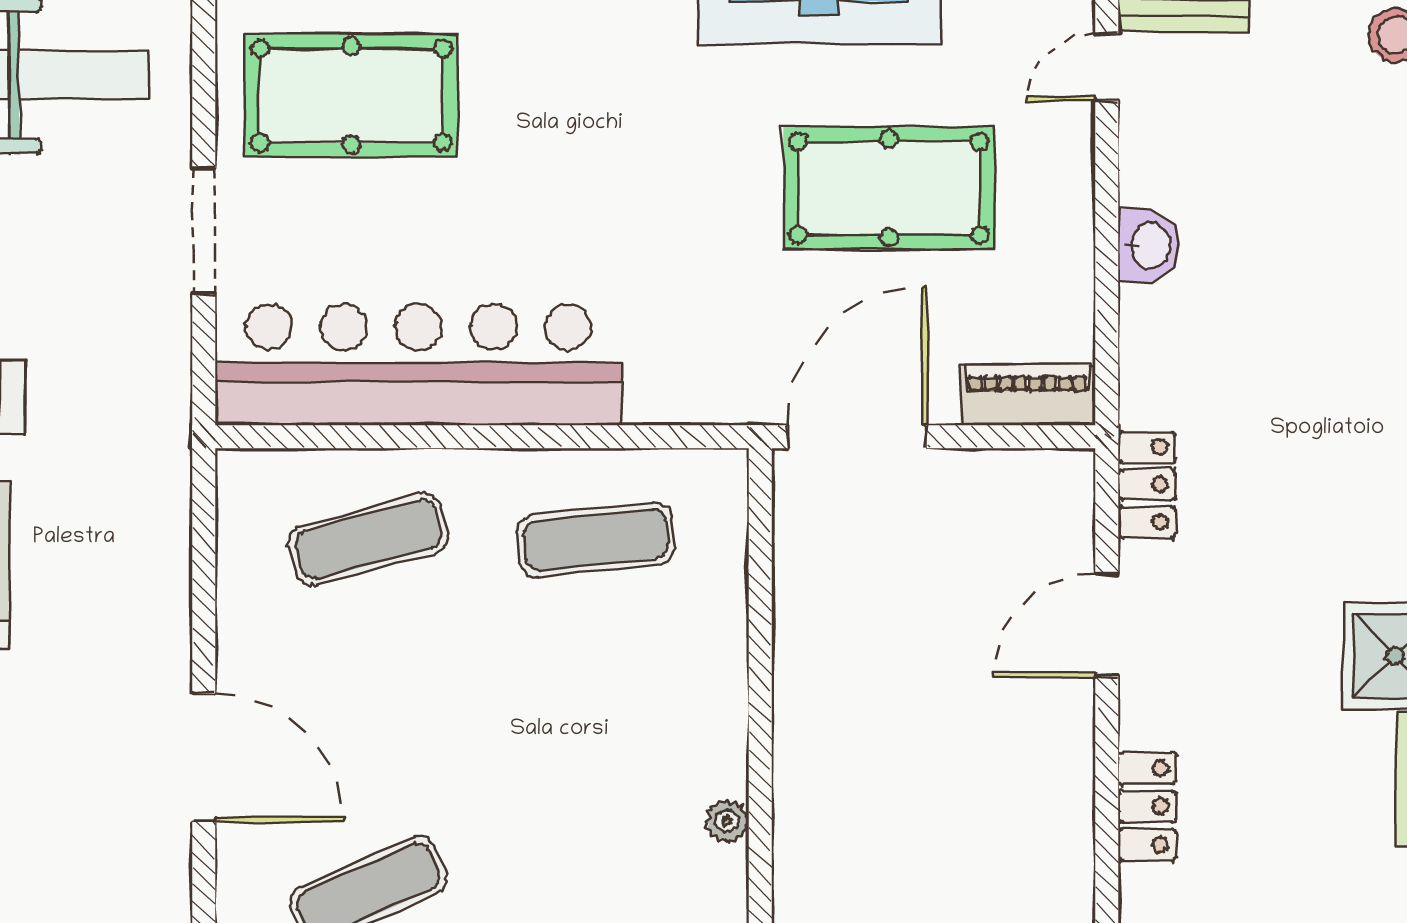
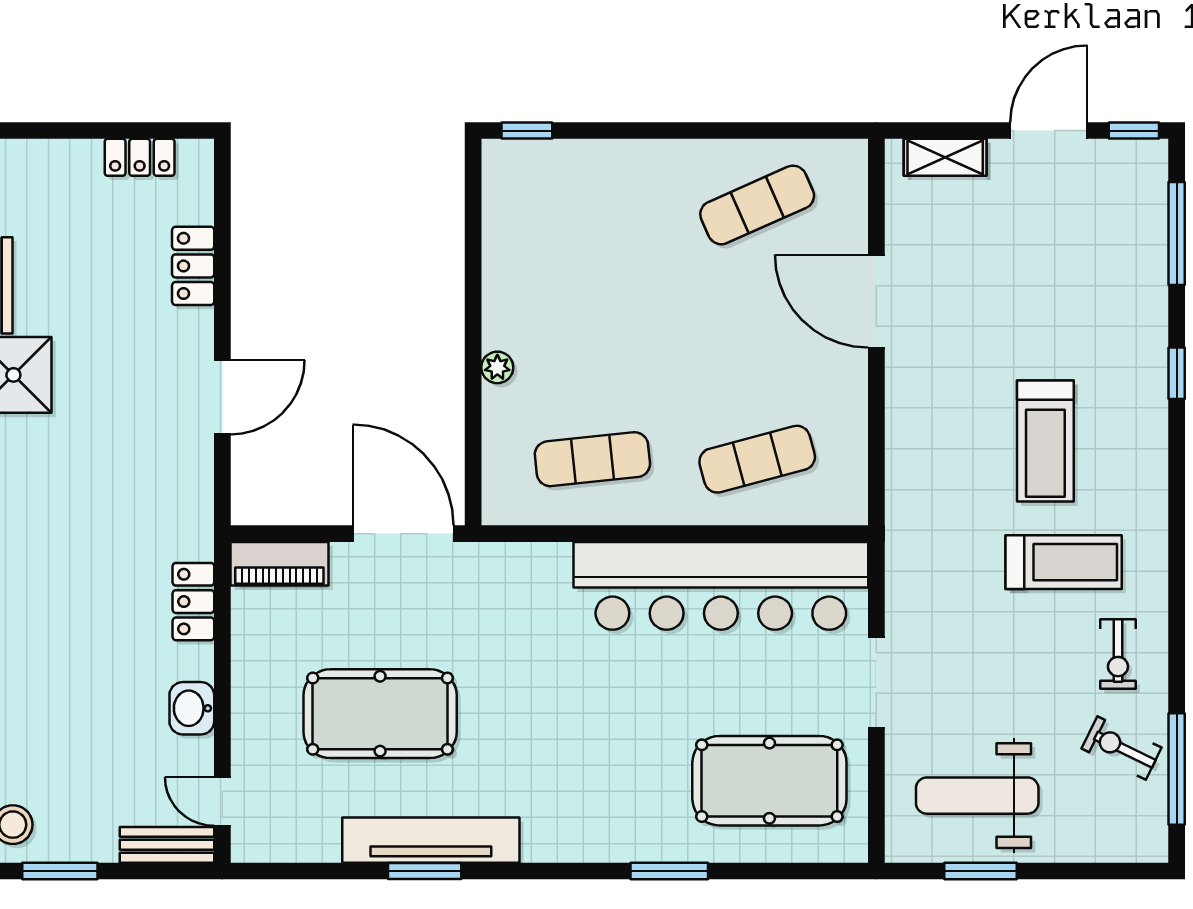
door: (1107, 67) -> (222, 801), swing flipped
washbasin: (1149, 245) -> (192, 708), moved
door: (857, 437) -> (403, 534), swing flipped
locker: (1147, 485) -> (193, 602), moved
plant: (727, 821) -> (497, 367), moved

